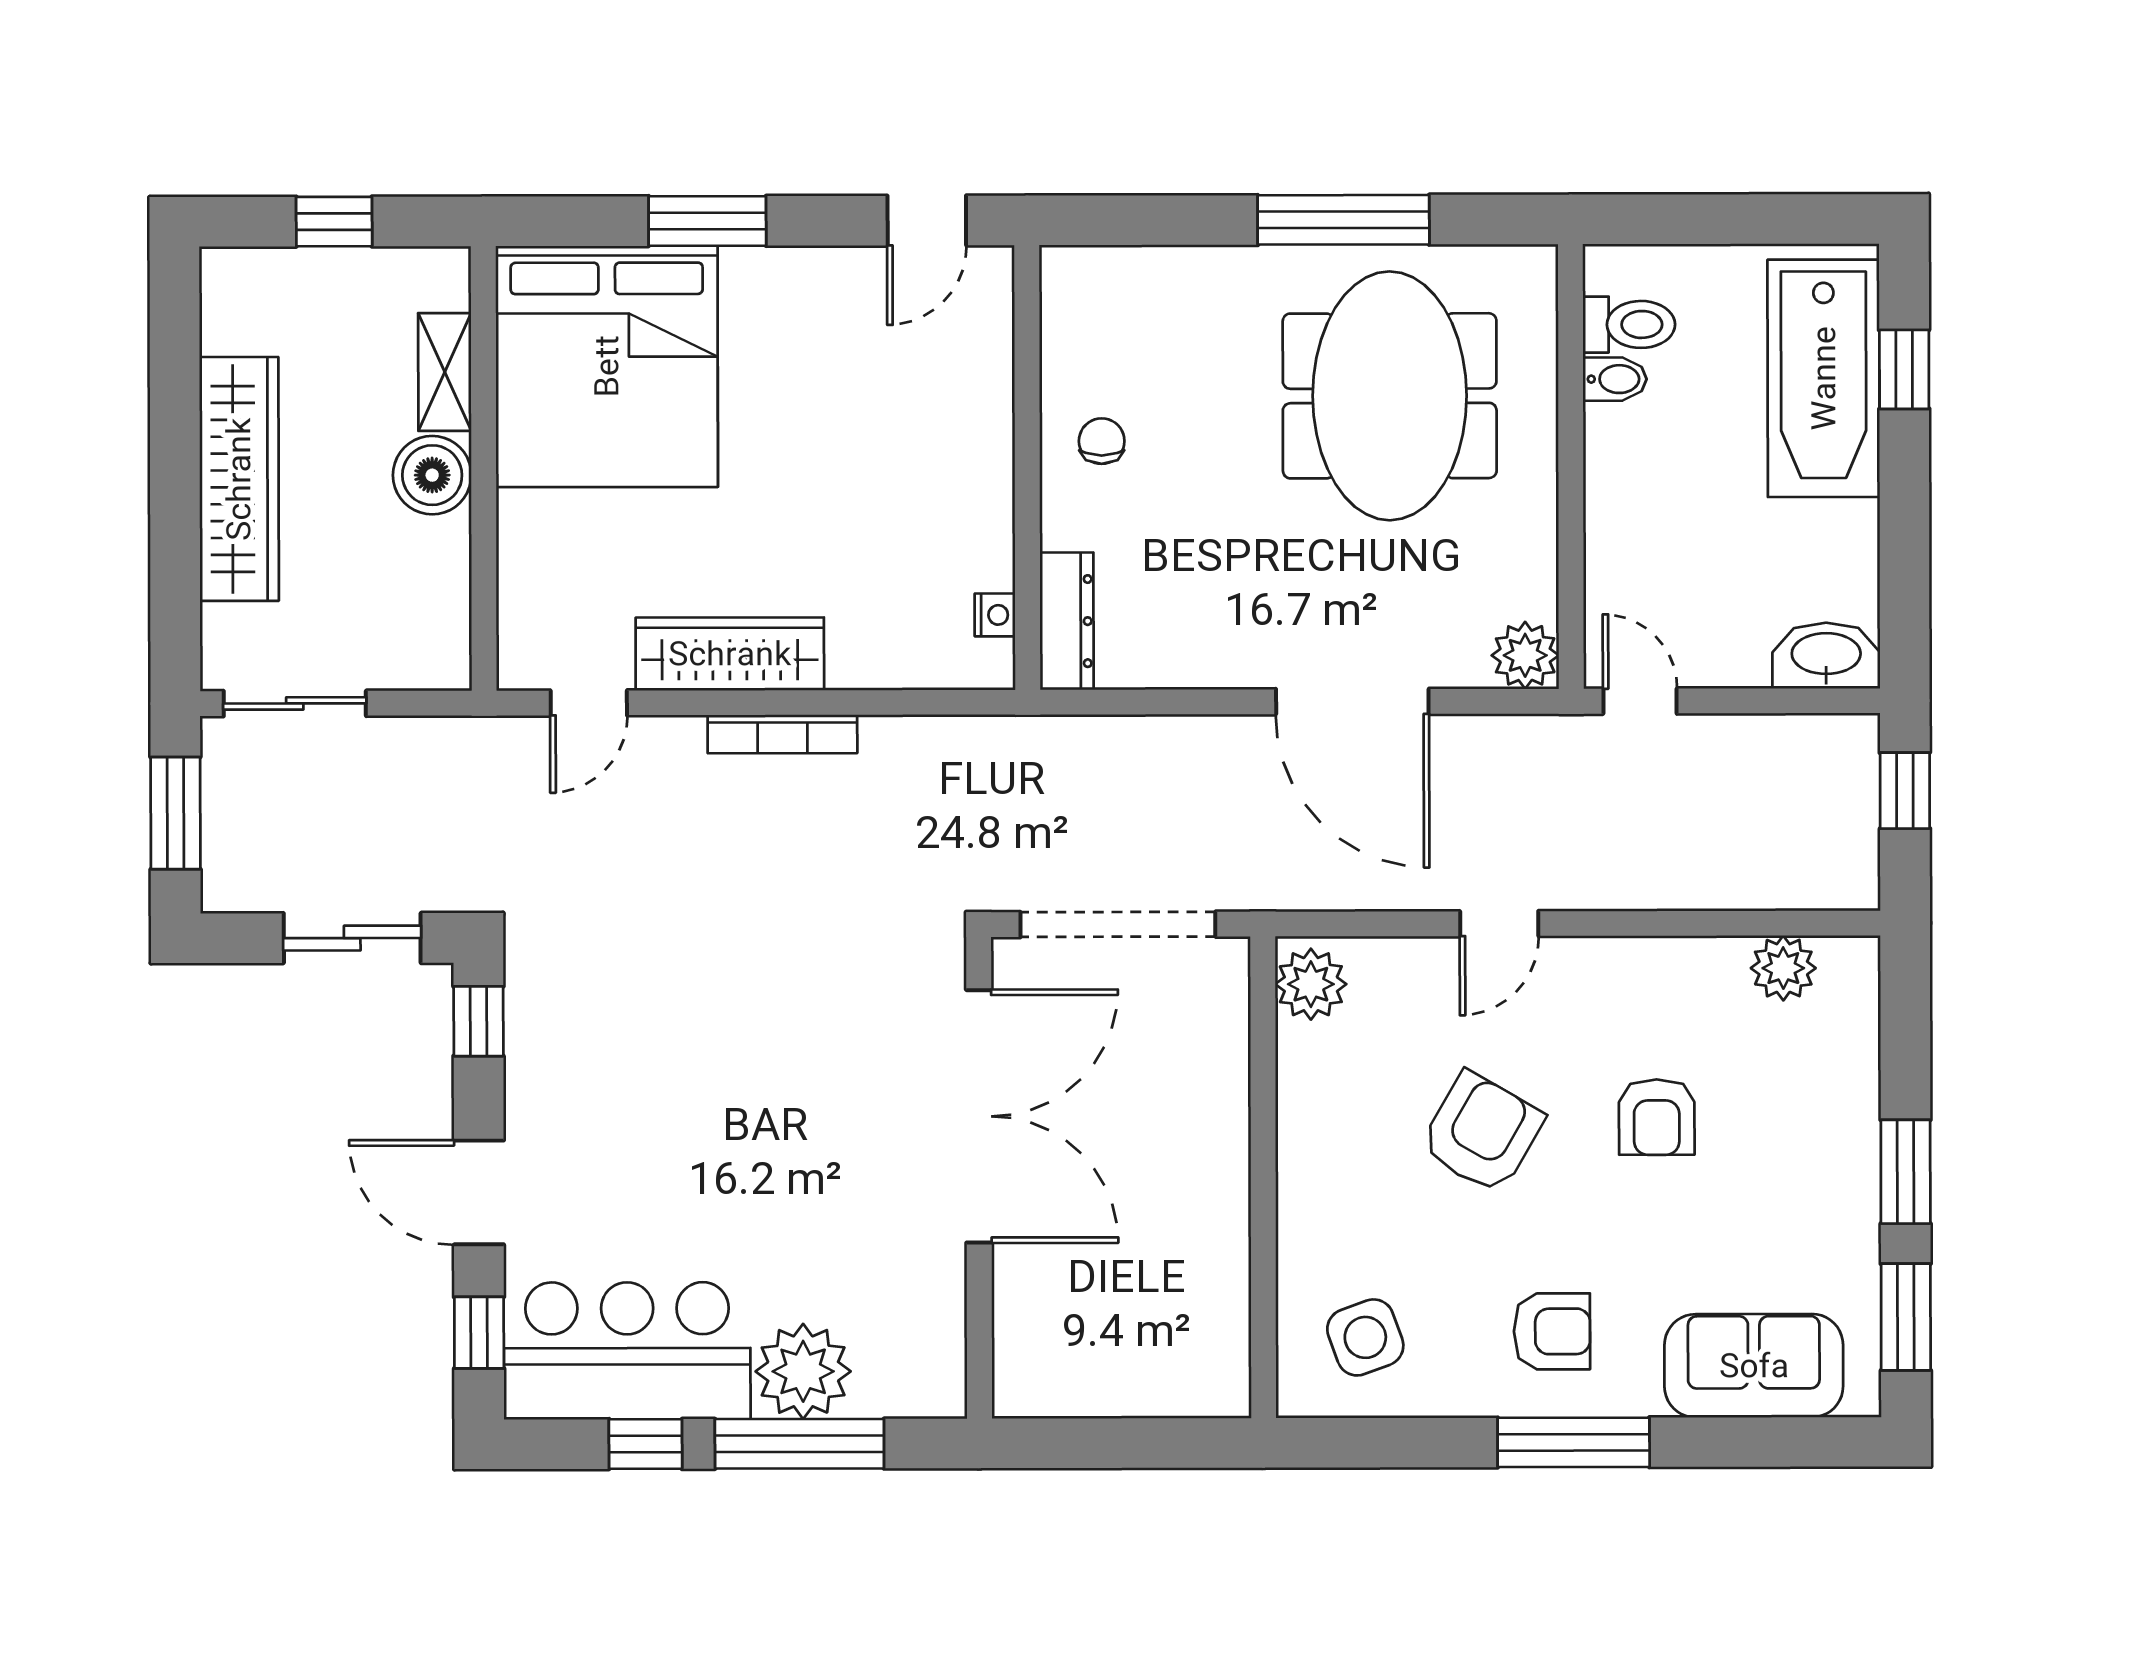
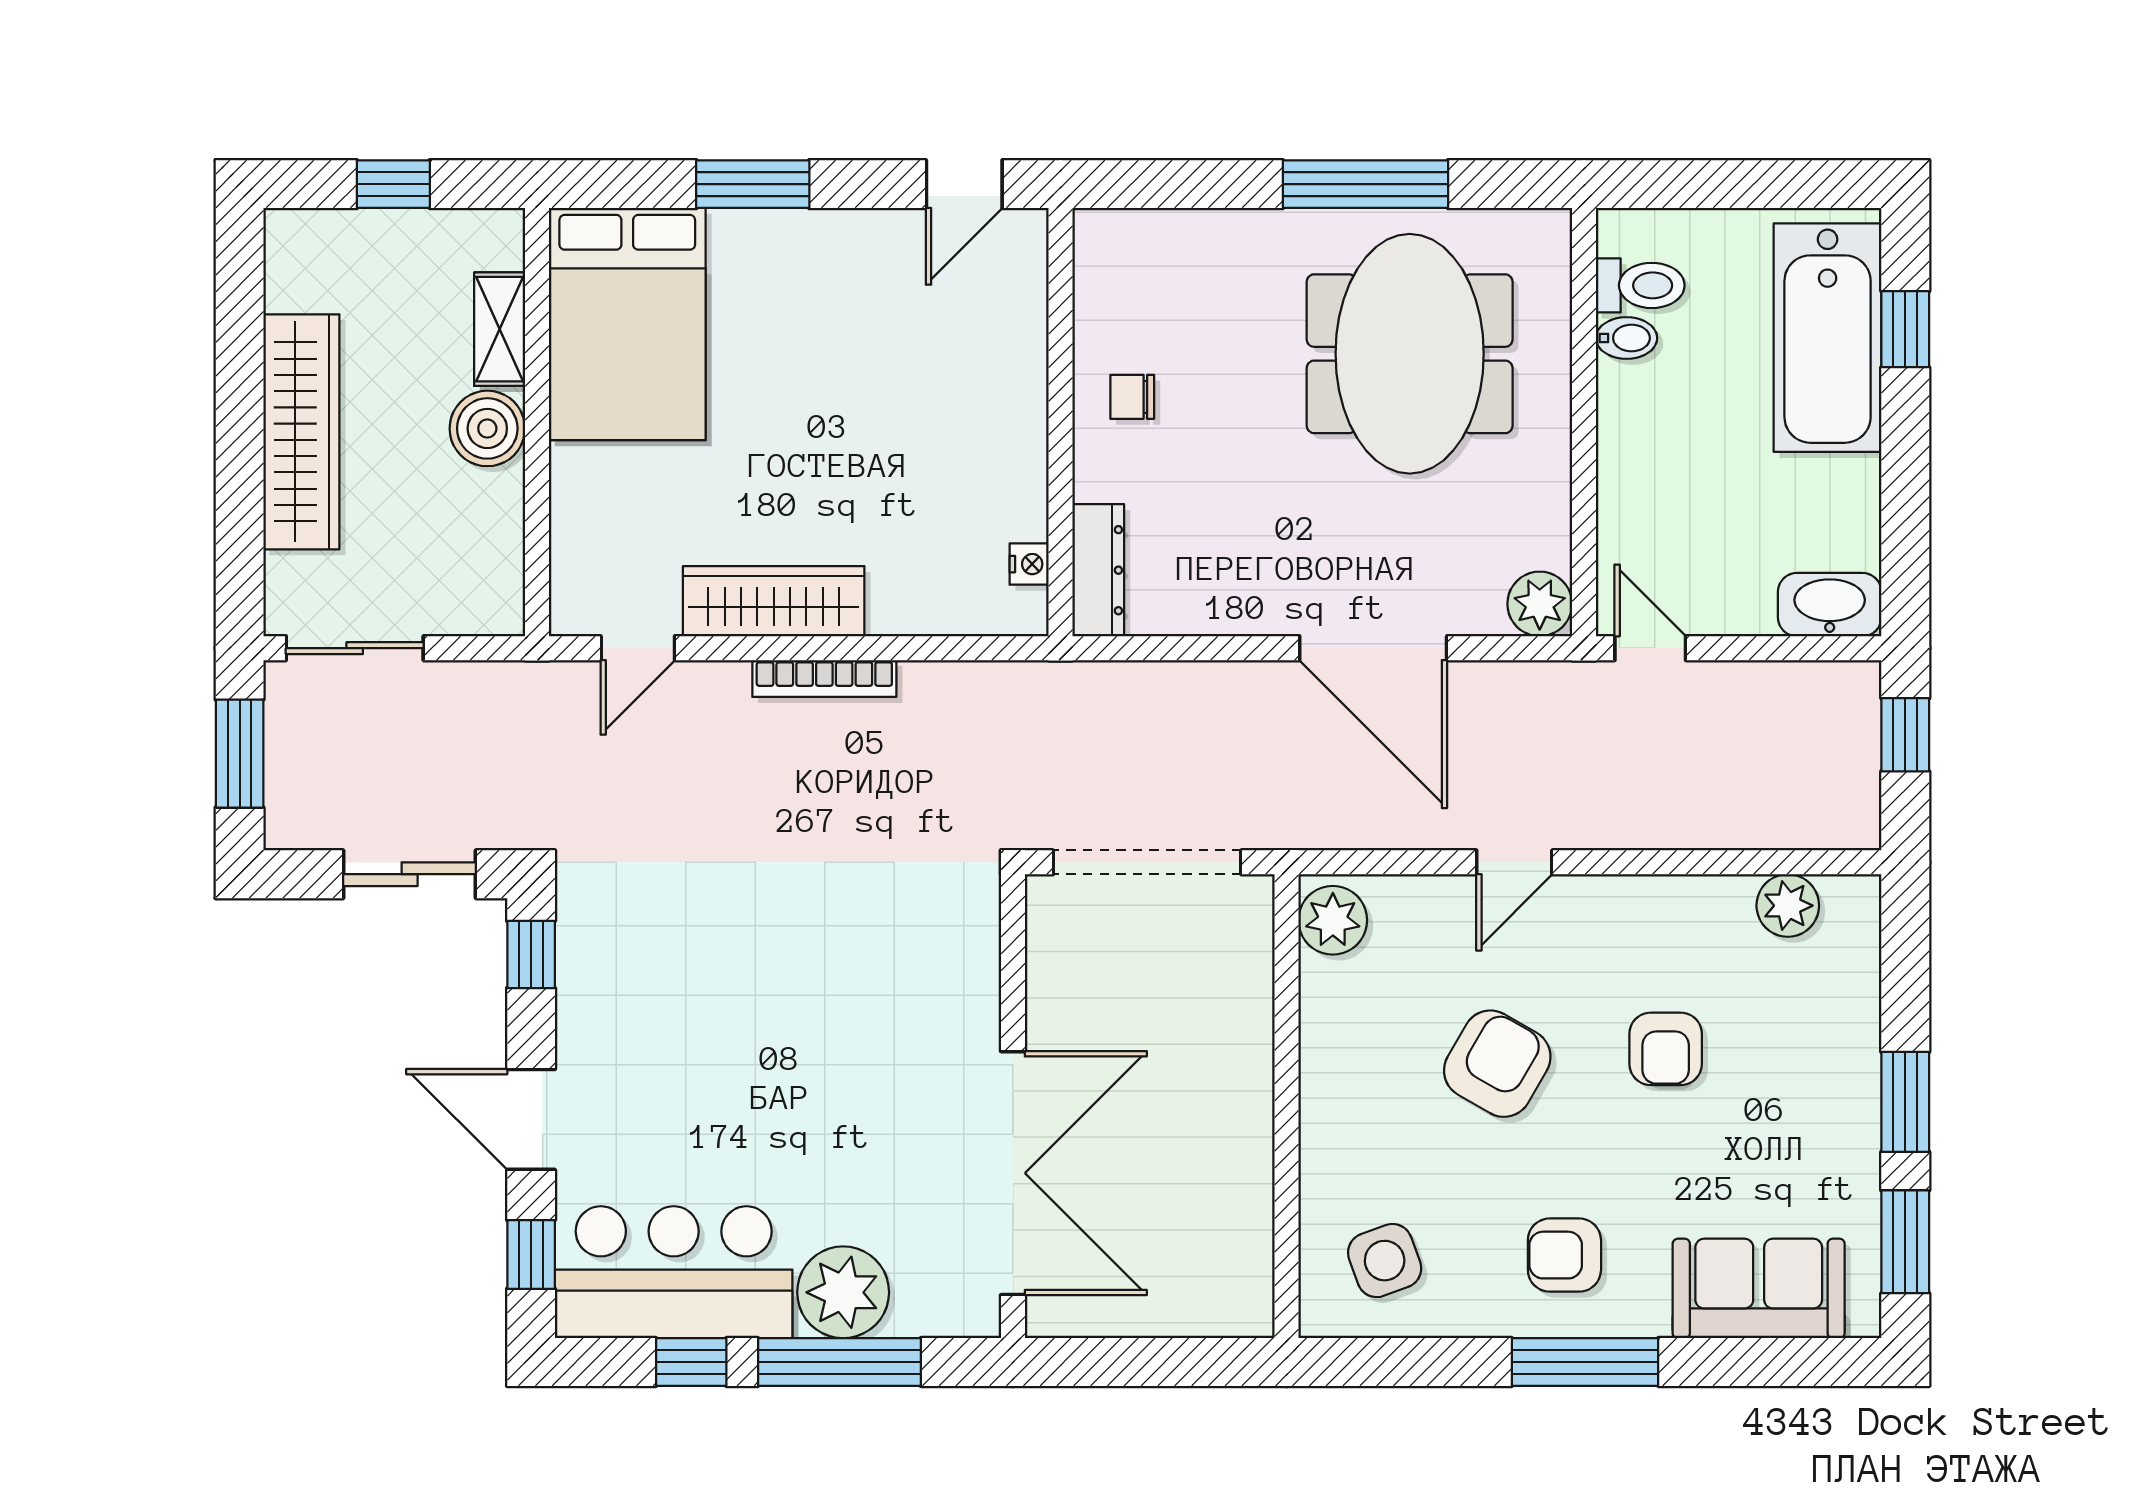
bed: (607, 366) -> (627, 324), width x0.73
chair: (1102, 441) -> (1132, 397), turned -90
double door: (979, 1116) -> (1013, 1173), moved
armchair: (1552, 1331) -> (1564, 1255), turned 180

